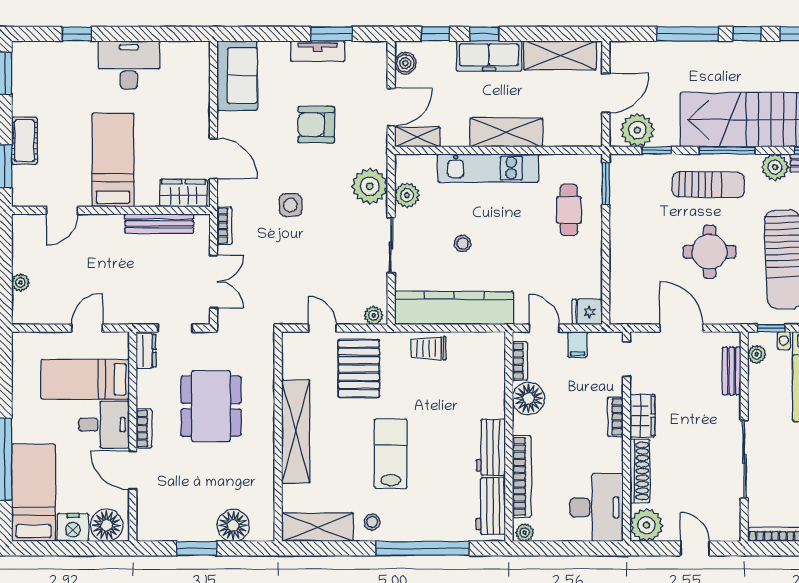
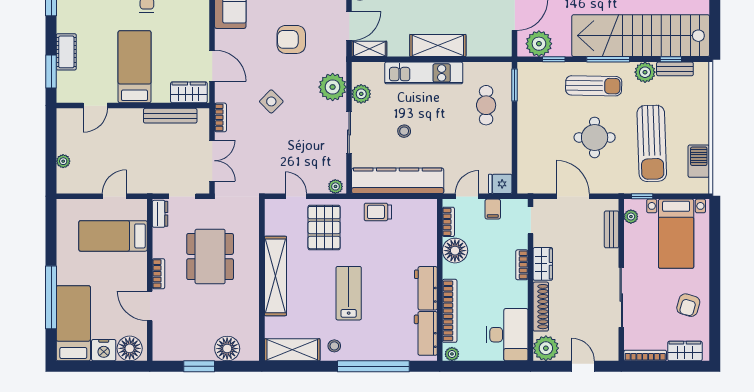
side table: (290, 205) -> (271, 101), turned 45
door: (544, 328) -> (467, 196), hinge flipped
desk: (104, 425) -> (128, 271), removed

